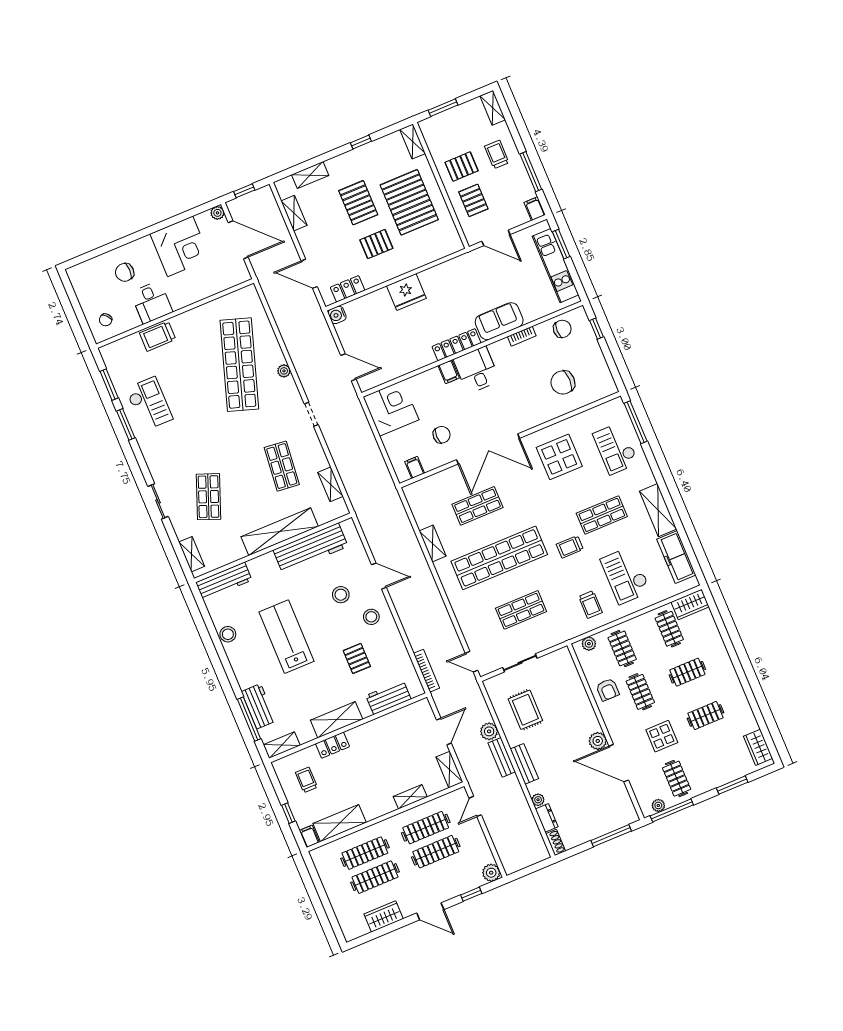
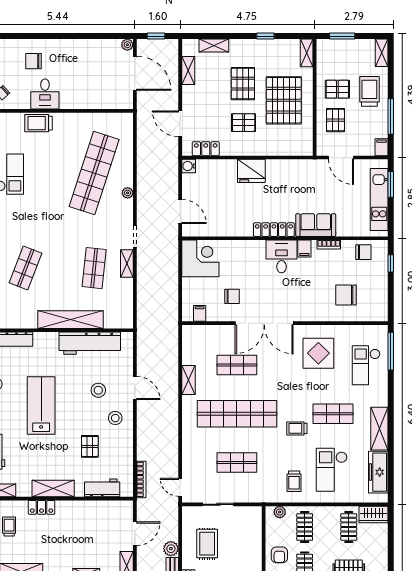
trolley: (497, 154) -> (369, 91), width x1.36, depth x1.39
corner desk: (180, 246) -> (86, 59), removed
filing cabinet: (449, 372) -> (304, 248), moved
shelving: (331, 484) -> (127, 263), moved

